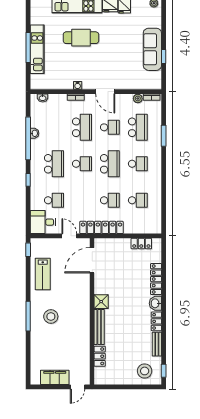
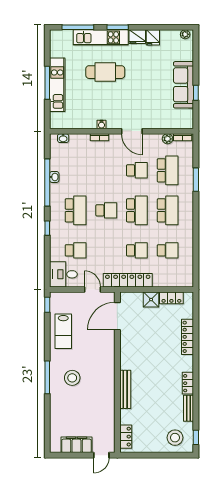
school desk: (82, 127) -> (106, 170), removed
school desk: (138, 164) -> (168, 210), width x1.85
shower: (101, 302) -> (151, 300), moved
washbasin: (155, 303) -> (187, 363), removed
locker: (100, 356) -> (126, 437), moved

